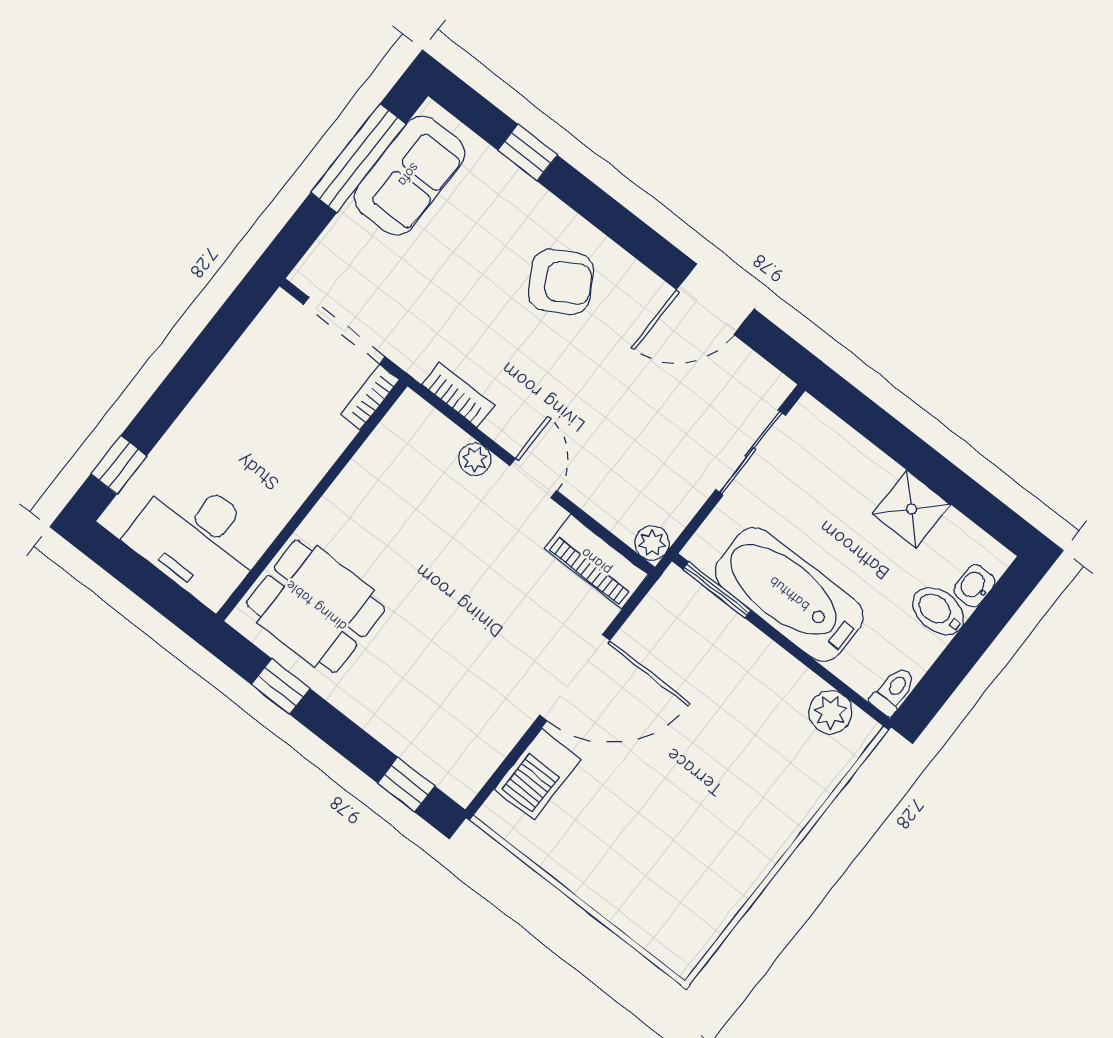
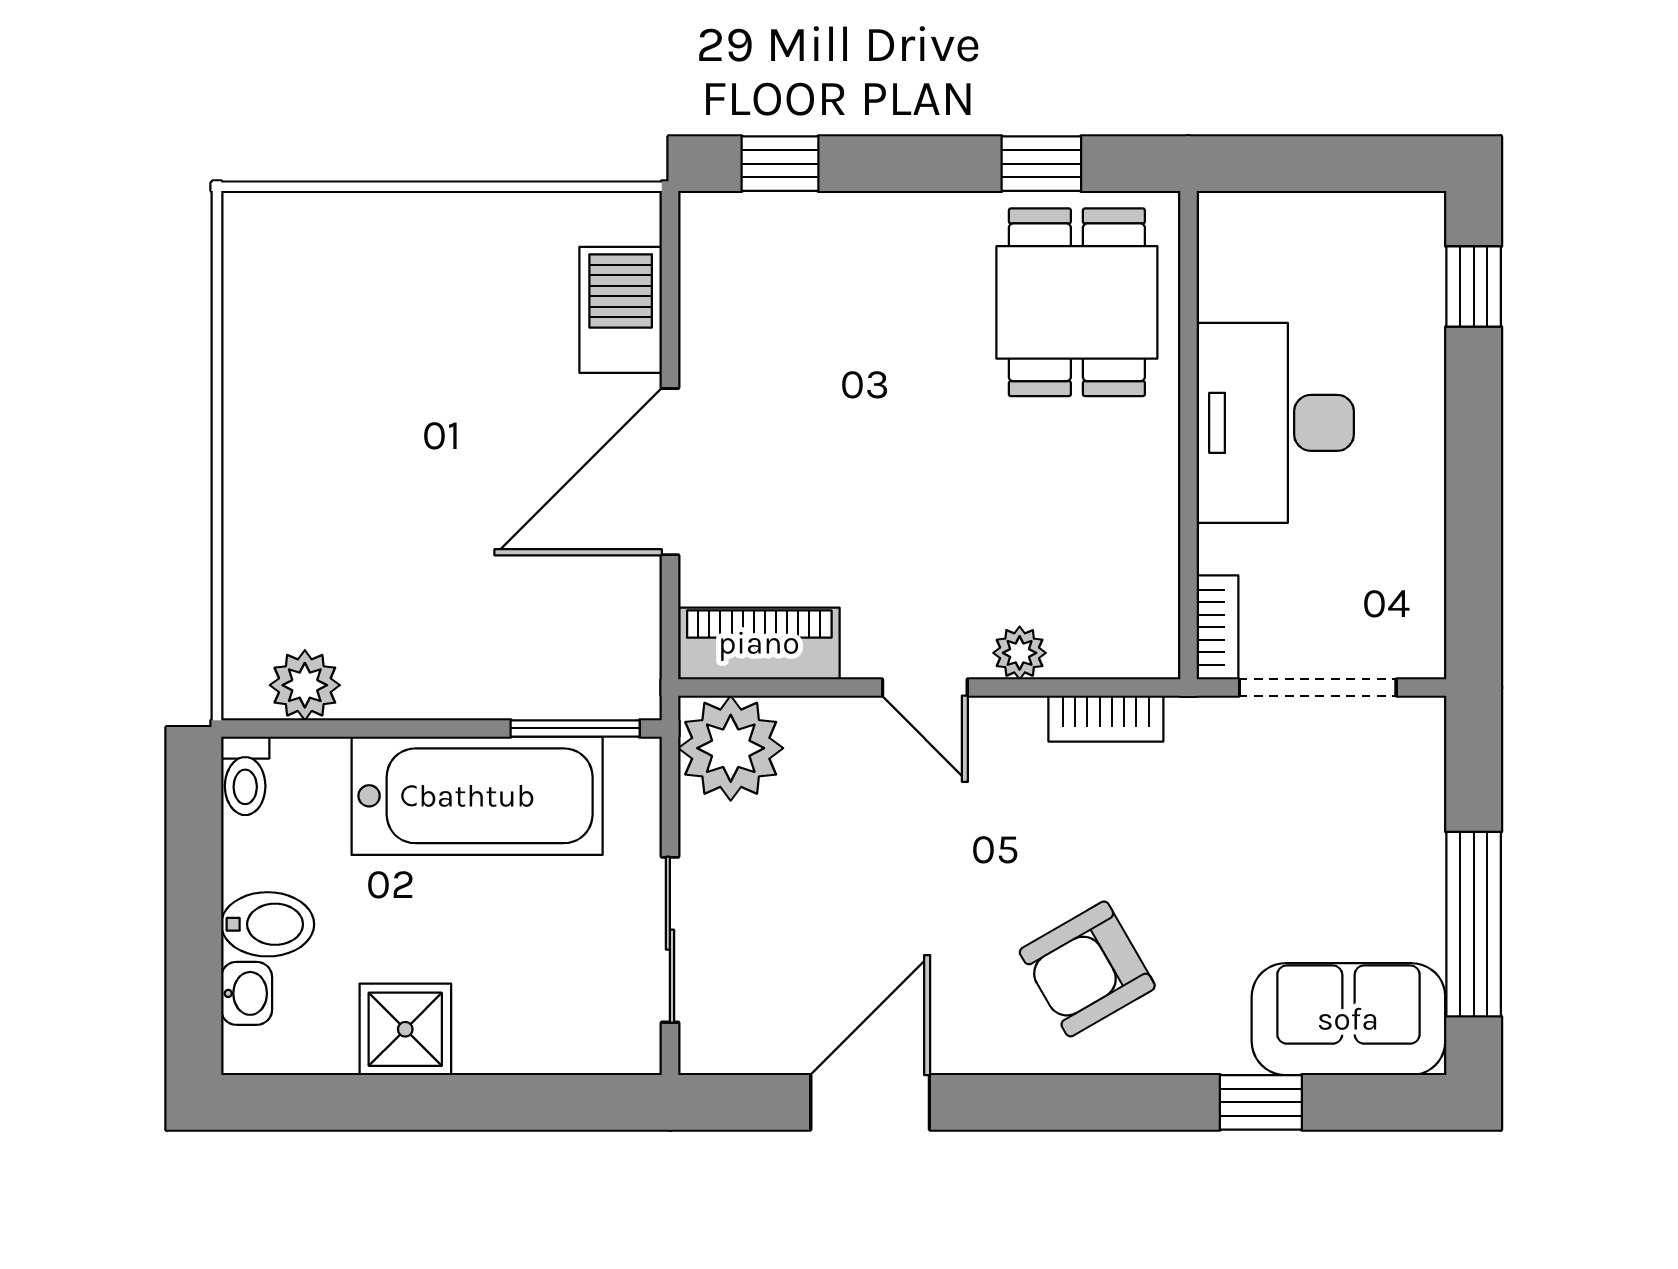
sofa: (409, 175) -> (1348, 1019), moved, turned 90
desk: (197, 539) -> (1275, 423), moved, turned -90
plant: (652, 543) -> (731, 748), width x1.87, depth x1.87
dining table: (316, 606) -> (1077, 302), turned 90

